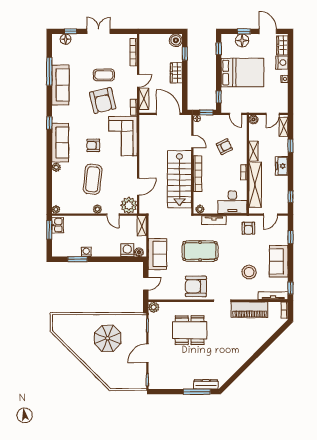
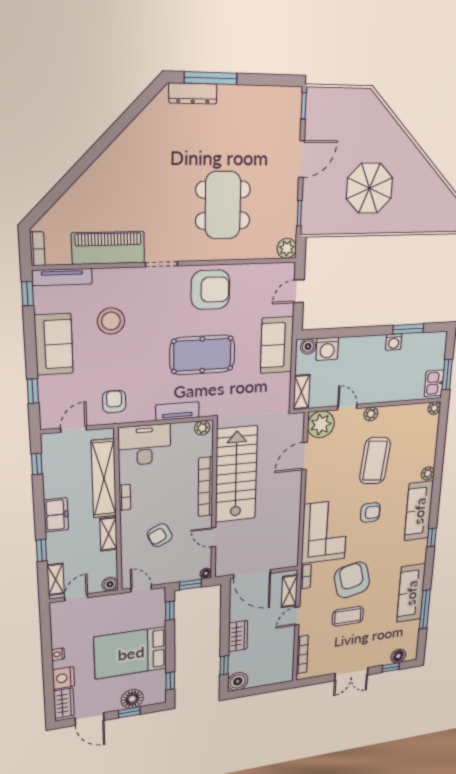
dining table: (190, 330) -> (223, 205), turned 90

